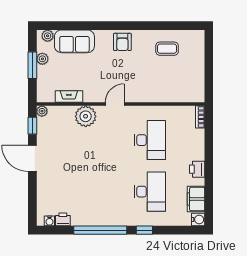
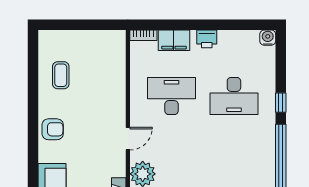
door: (115, 104) -> (128, 139), swing flipped
desk: (150, 192) -> (234, 96), turned 180
filing cabinet: (196, 199) -> (174, 40), moved

